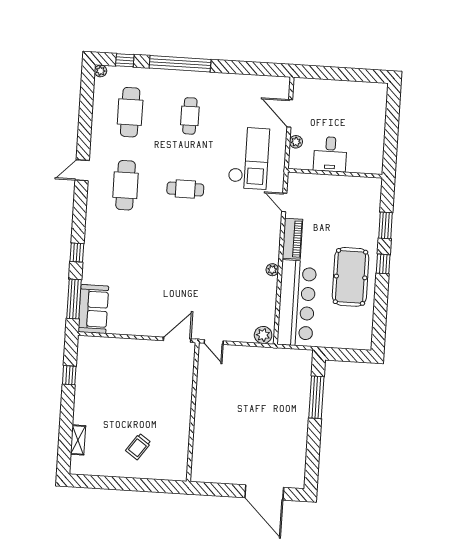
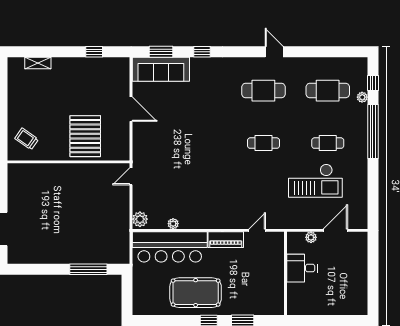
plant: (101, 71) -> (362, 97), moved
checkout: (249, 158) -> (315, 181), moved
cafe table: (185, 189) -> (263, 143), turned 90
plant: (272, 270) -> (173, 224), moved
window: (74, 299) -> (161, 52), width x0.69
sofa: (93, 309) -> (161, 69), width x1.36
door: (177, 340) -> (131, 109), moved
pallet: (165, 391) -> (85, 136), added
trolley: (138, 447) -> (27, 139), moved

